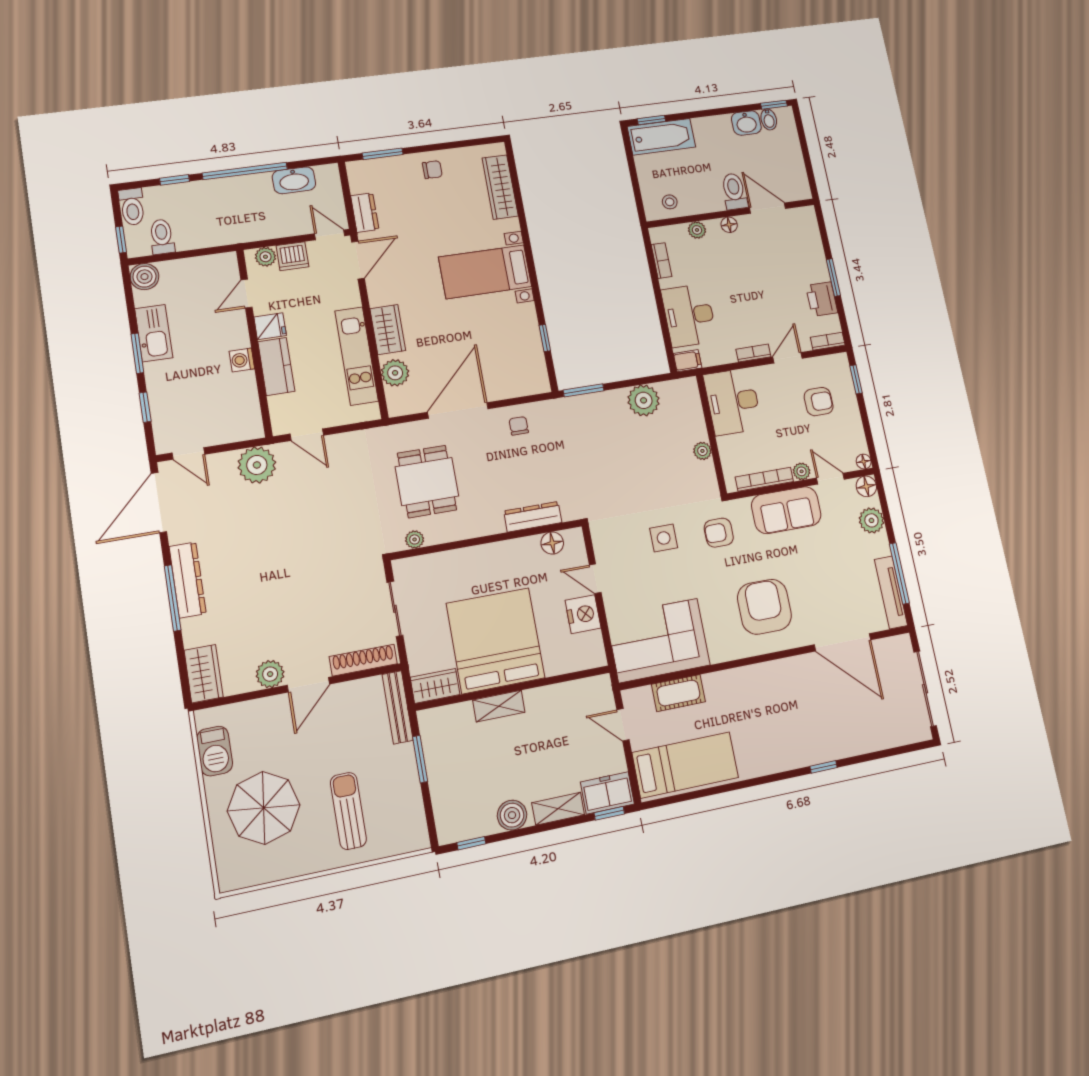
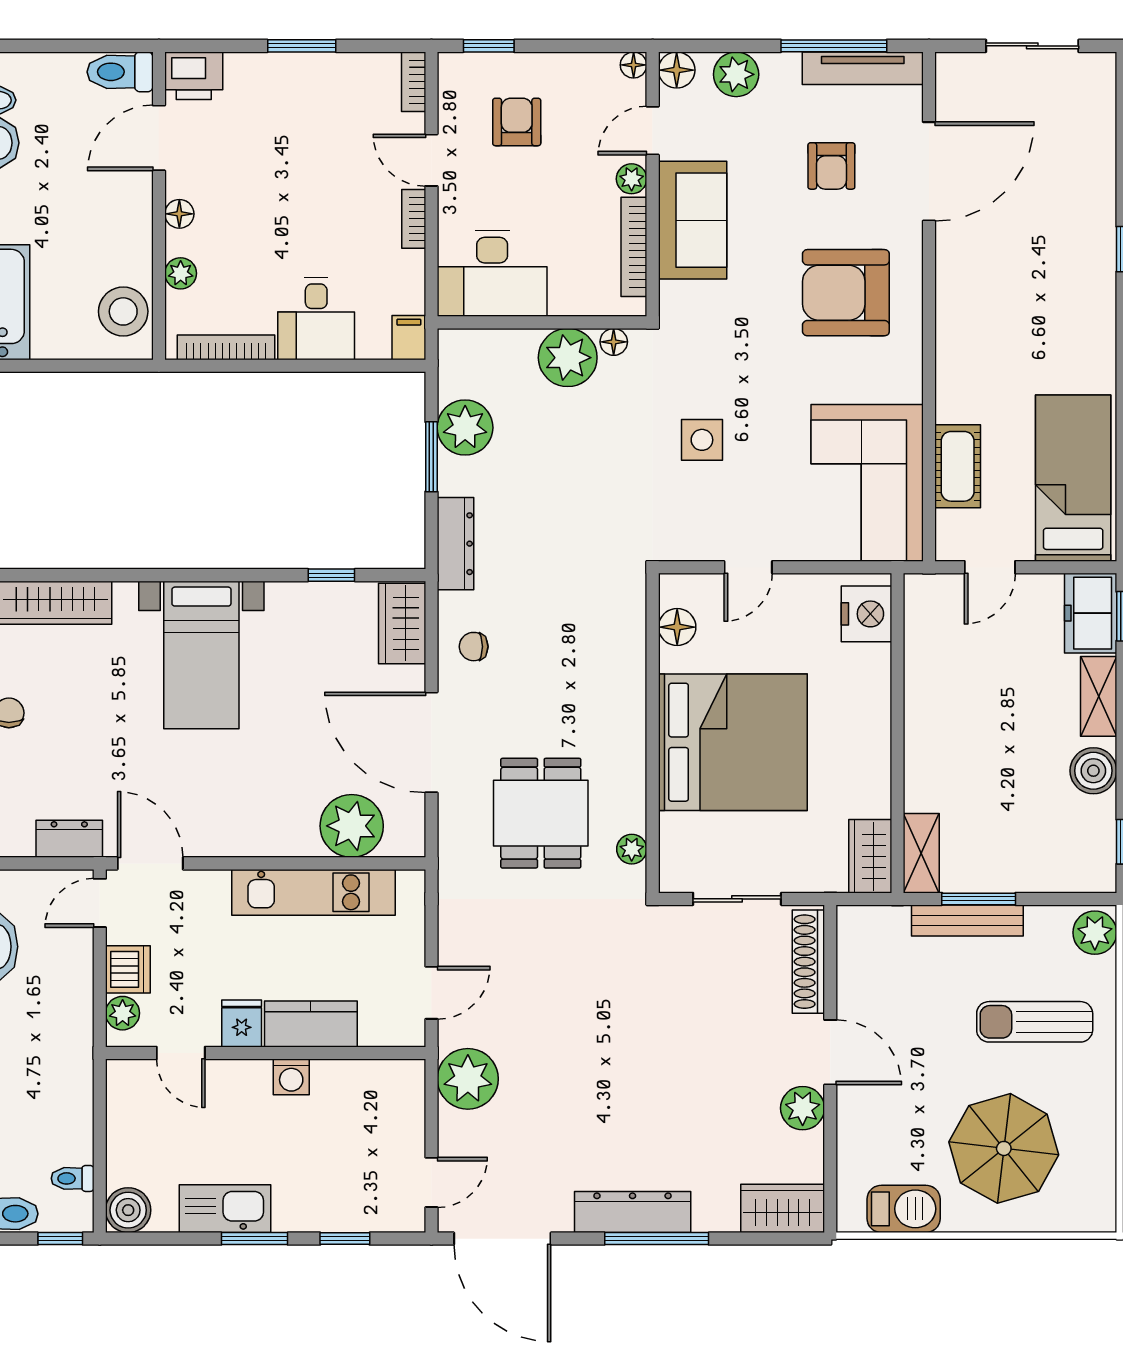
toilet: (734, 191) -> (120, 72), moved
stool: (670, 202) -> (123, 311), width x1.89, depth x1.89
toilet: (162, 237) -> (73, 1178), width x0.73, depth x0.72
bookcase: (661, 260) -> (226, 347), width x1.56
printer: (822, 299) -> (194, 76), moved
desk: (689, 315) -> (316, 319), width x0.73
wardrobe: (388, 330) -> (402, 623), moved, turned -90
plant: (395, 373) -> (352, 826), width x1.36, depth x1.36
window: (584, 390) -> (431, 457), moved
plant: (702, 451) -> (568, 358), width x1.88, depth x1.88
floor lamp: (709, 477) -> (614, 342), added
dining table: (427, 481) -> (541, 813), turned 90
dresser: (533, 517) -> (455, 544), moved, turned 180
armchair: (719, 533) -> (831, 166), moved
nightstand: (583, 614) -> (866, 614), moved, turned 90
bed: (495, 641) -> (733, 742), moved, turned 180
sliding door: (925, 689) -> (1032, 46), width x0.73
shelving: (499, 706) -> (921, 853), moved
bench: (398, 707) -> (967, 920), moved
plant: (411, 838) -> (1095, 933), added

